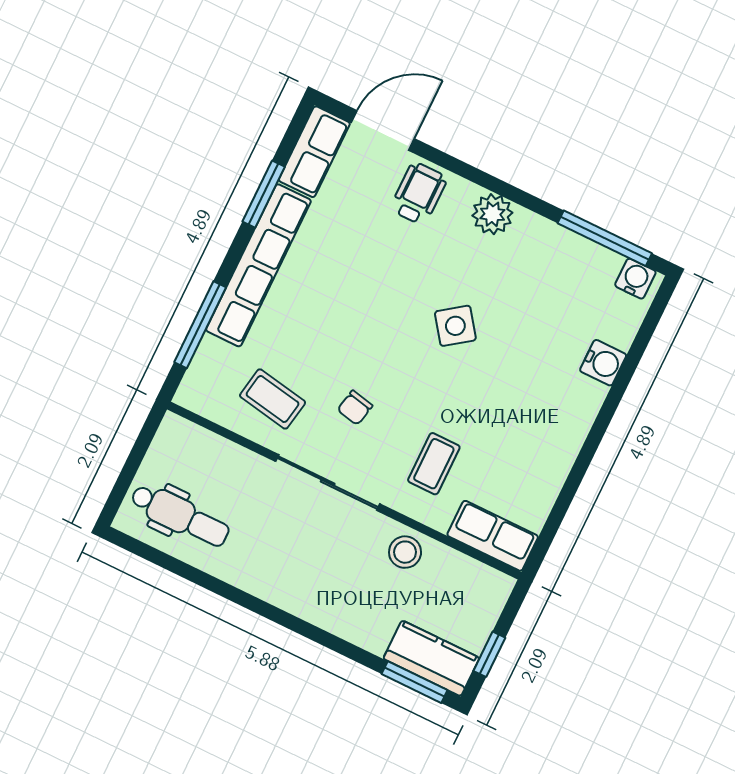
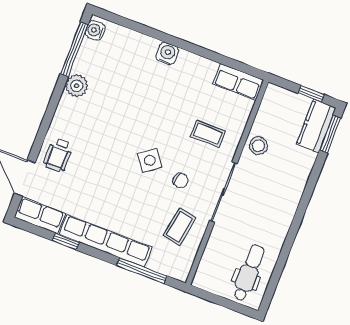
wheelchair: (419, 193) -> (58, 155), turned -90
window: (264, 194) -> (66, 241), width x0.67
plant: (492, 214) -> (77, 86), moved
side table: (455, 326) -> (150, 160), moved
water cooler: (603, 363) -> (167, 54), moved
row of seats: (493, 536) -> (238, 82), moved, turned -90

